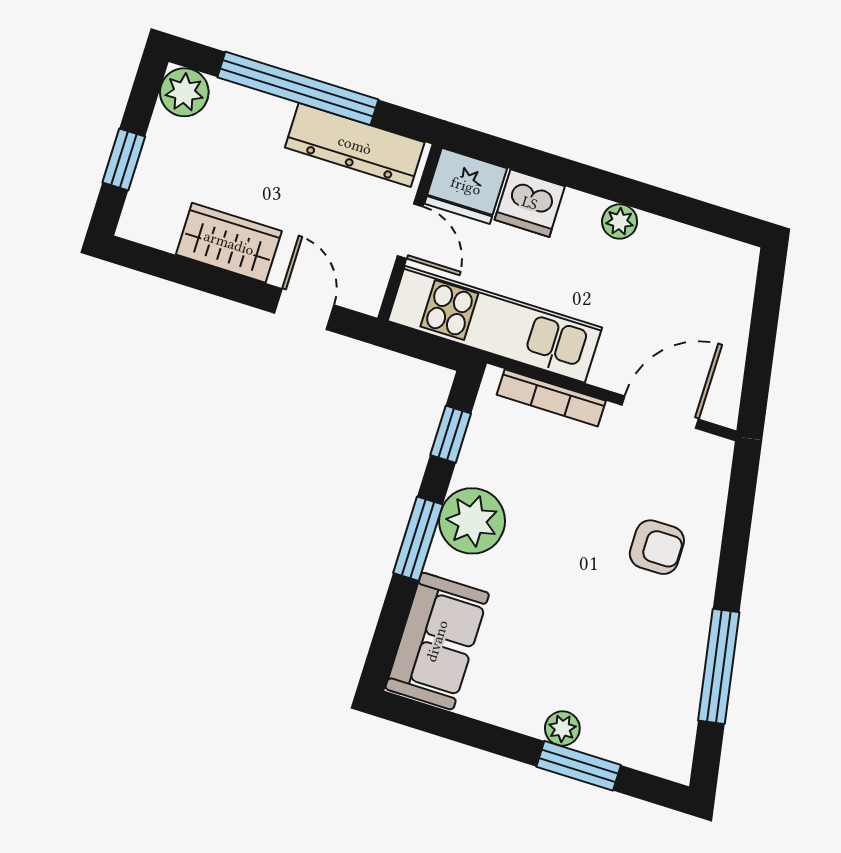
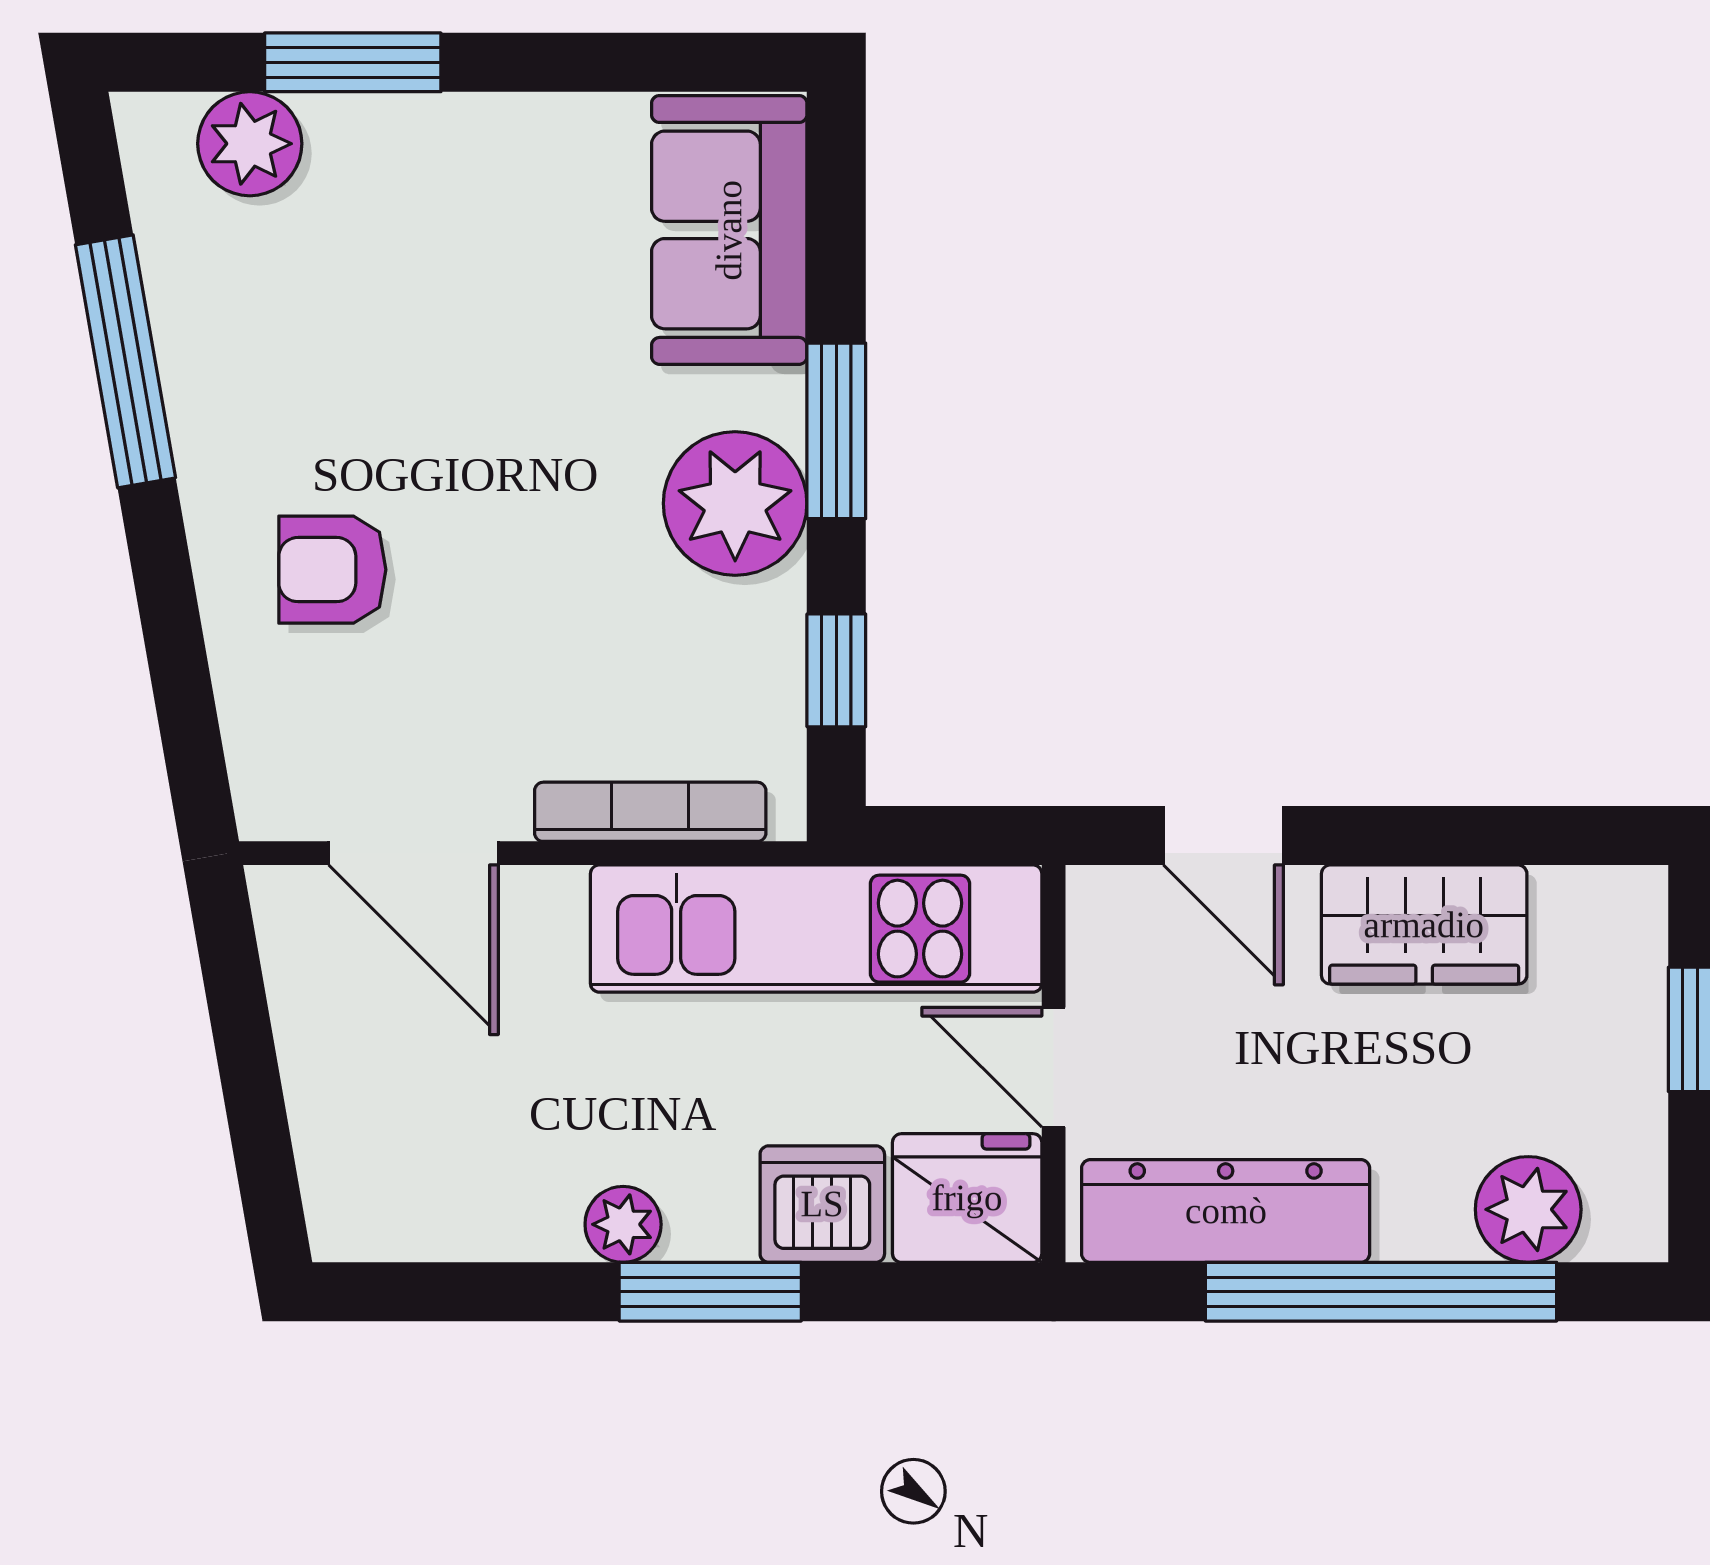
plant: (184, 92) -> (1528, 1209), moved
window: (591, 180) -> (710, 1292), added
door: (660, 412) -> (414, 853), hinge flipped
plant: (562, 728) -> (250, 144), moved, width x1.38, depth x1.38

